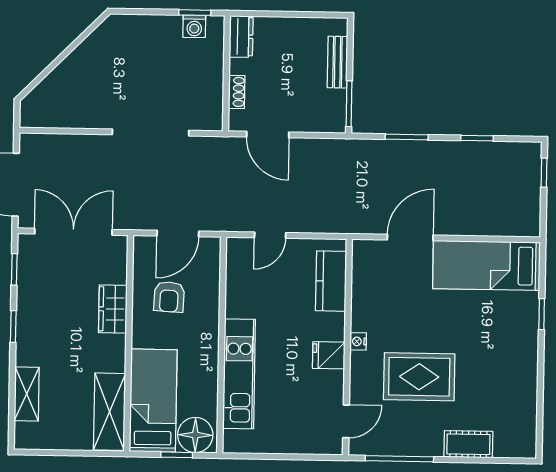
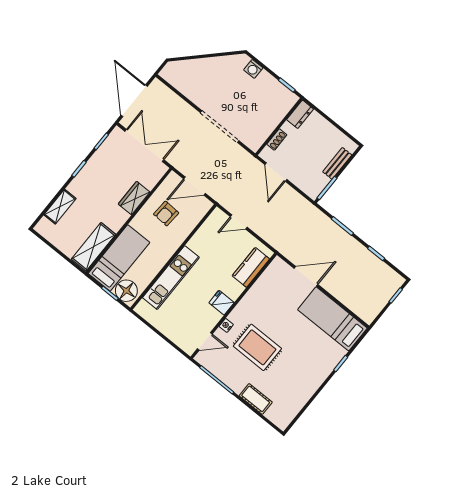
washing machine: (194, 26) -> (253, 69), moved
nightstand: (358, 341) -> (226, 325), moved

